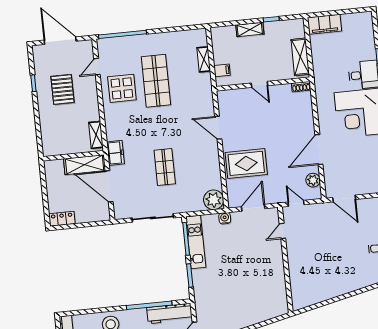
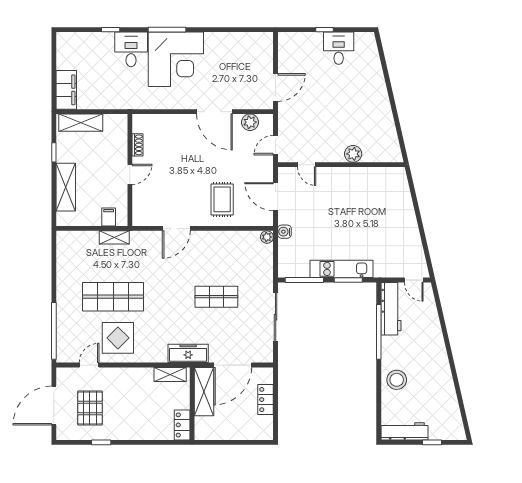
shelving: (250, 29) -> (66, 187), width x1.50, depth x1.33
shelving: (300, 57) -> (81, 123), moved
shelving: (204, 59) -> (114, 237), moved
door: (97, 67) -> (89, 365), swing flipped
shoe rack: (301, 87) -> (138, 145), moved
pallet: (62, 89) -> (90, 408), moved, turned 90
locker: (55, 149) -> (182, 425), added
freezer: (115, 153) -> (188, 353), width x1.40
rug: (246, 163) -> (222, 199), width x0.73, depth x0.70
plant: (214, 200) -> (267, 237), width x0.53, depth x0.53
locker: (62, 219) -> (266, 400), moved
kitchen unit: (196, 242) -> (341, 269), moved
plant: (295, 269) -> (353, 154), added

